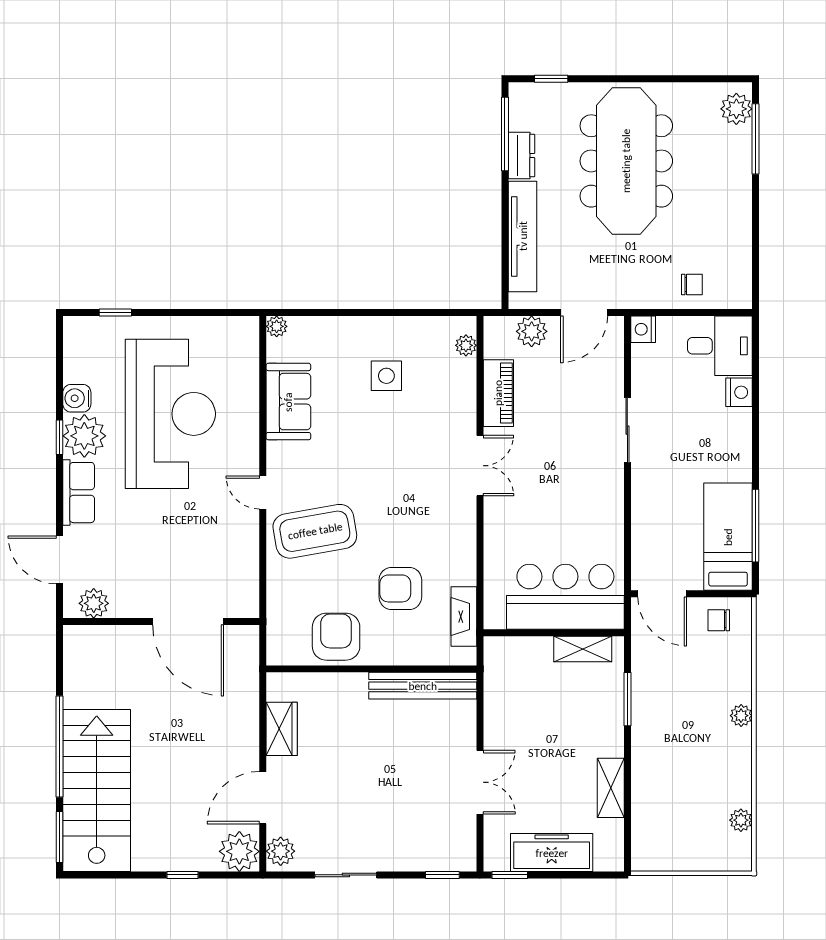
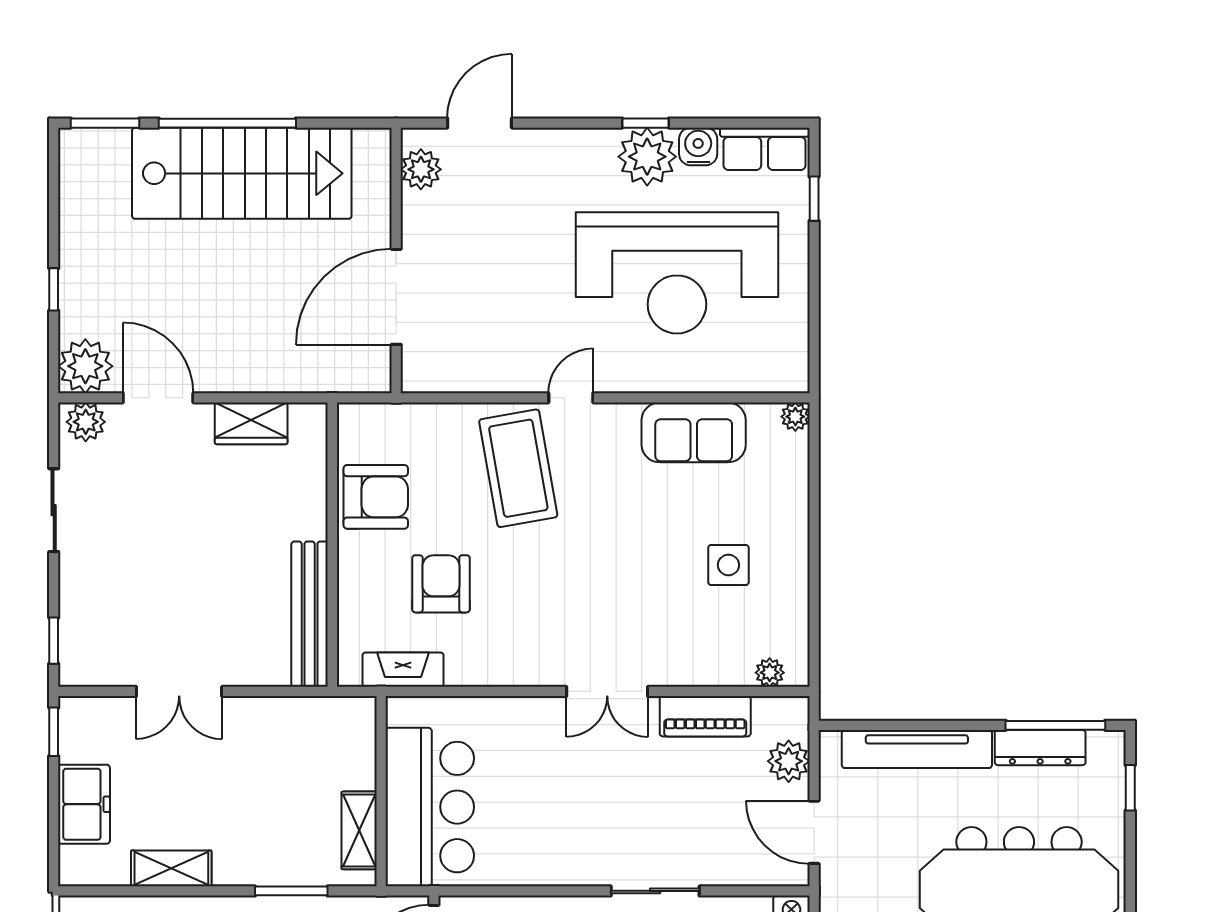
dresser: (521, 156) -> (1040, 748), width x1.44
row of seats: (79, 493) -> (765, 149), moved
stairs: (97, 790) -> (242, 173), moved
freezer: (552, 853) -> (84, 804), width x0.71

